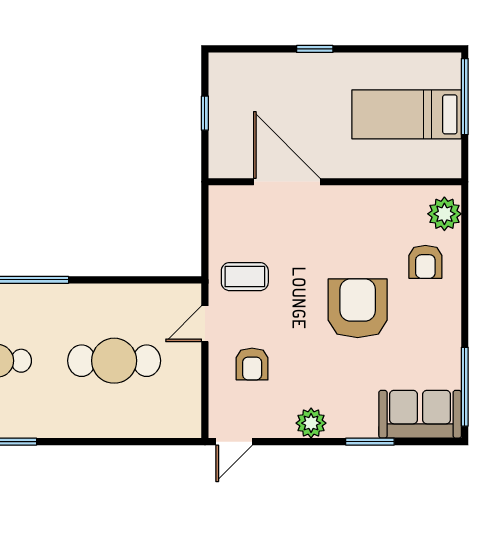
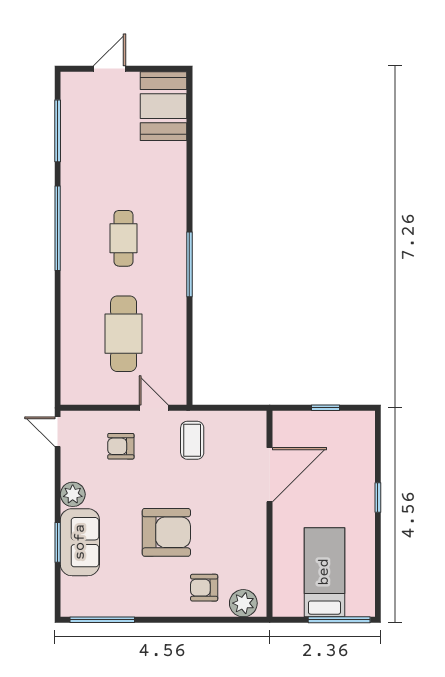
sofa: (420, 414) -> (80, 542), moved

